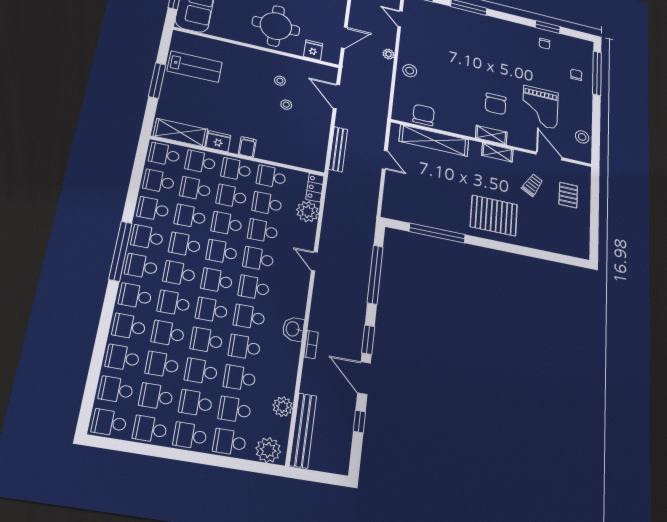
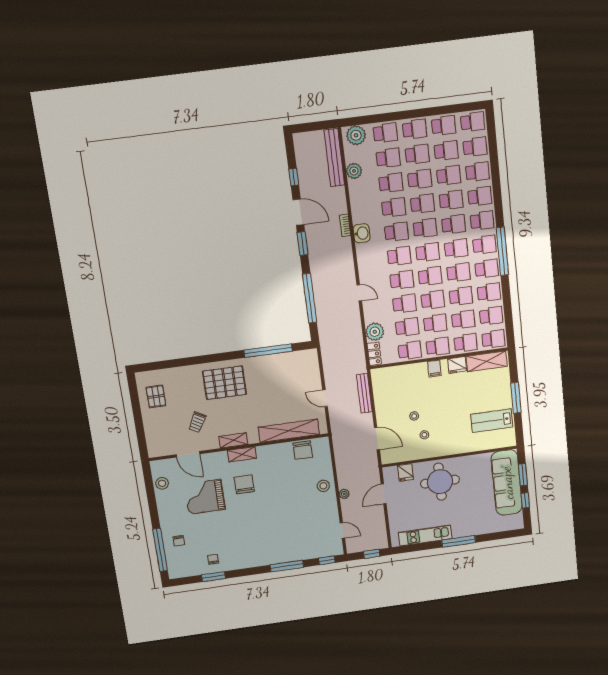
grand piano: (540, 107) -> (205, 497), turned -90
pallet: (568, 195) -> (156, 396), moved

